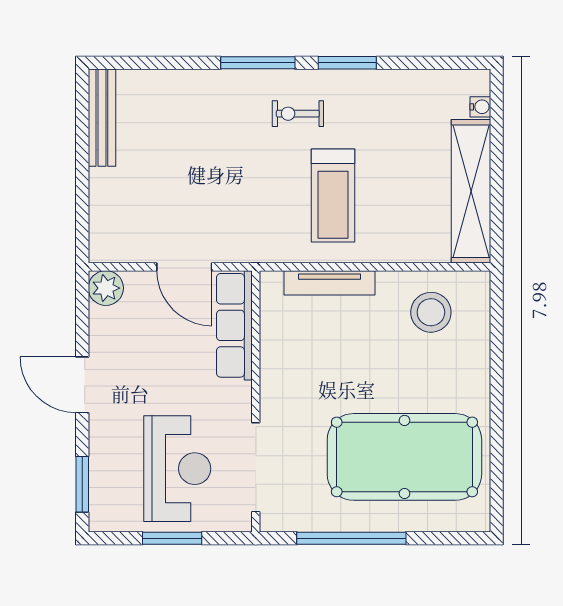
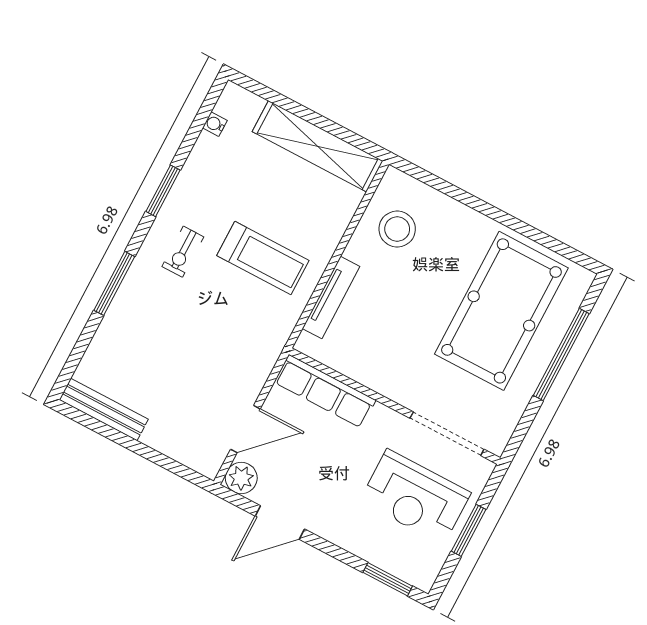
window: (258, 63) -> (114, 283), moved
water cooler: (480, 107) -> (215, 124), moved, turned -90
door: (184, 267) -> (245, 429), moved
door: (82, 385) -> (280, 522), moved
reception desk: (177, 469) -> (415, 497), turned 180
window: (351, 538) -> (561, 354), moved

